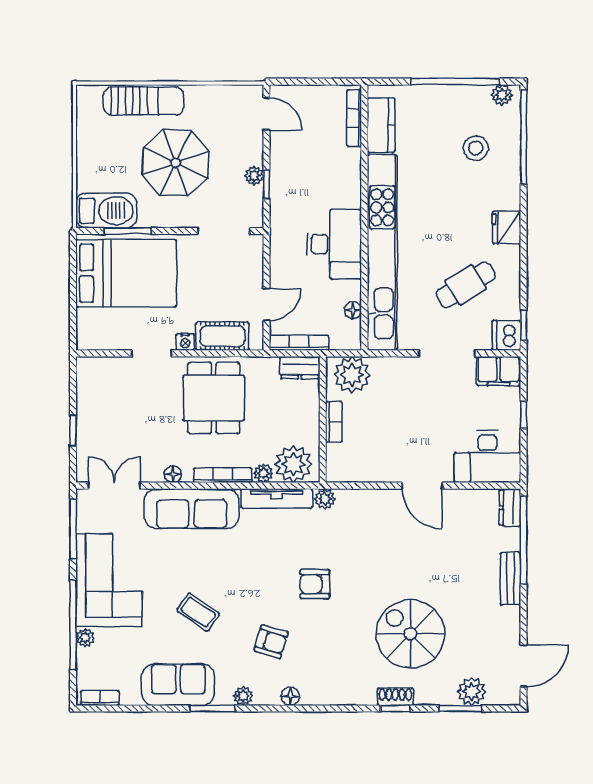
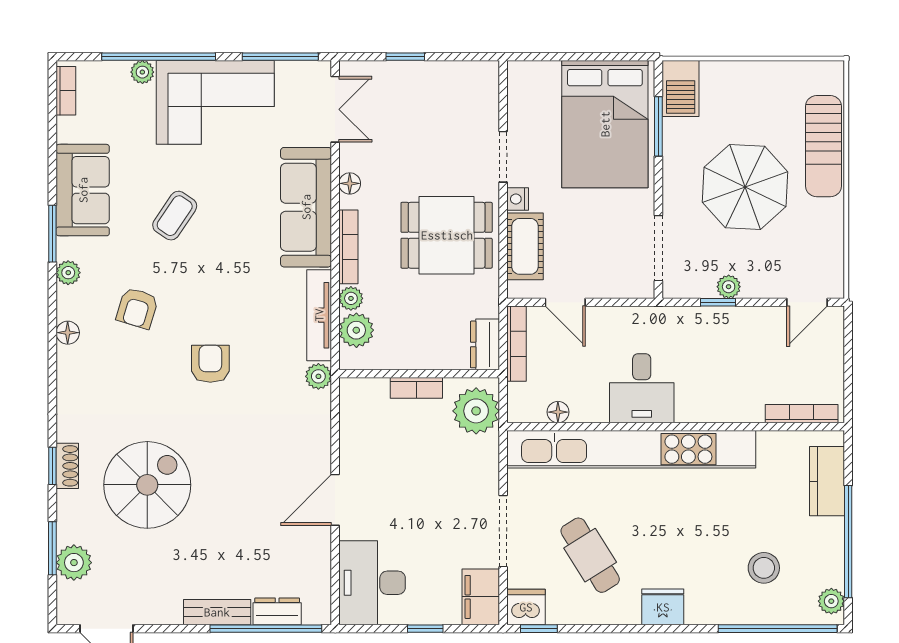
kitchen counter: (381, 125) -> (827, 481), moved, turned 90
barbecue: (106, 211) -> (681, 89), width x0.73, depth x0.83
desk: (334, 244) -> (642, 388), width x0.73
plant: (293, 464) -> (356, 330), width x0.73, depth x0.73
dresser: (510, 508) -> (277, 611), moved

